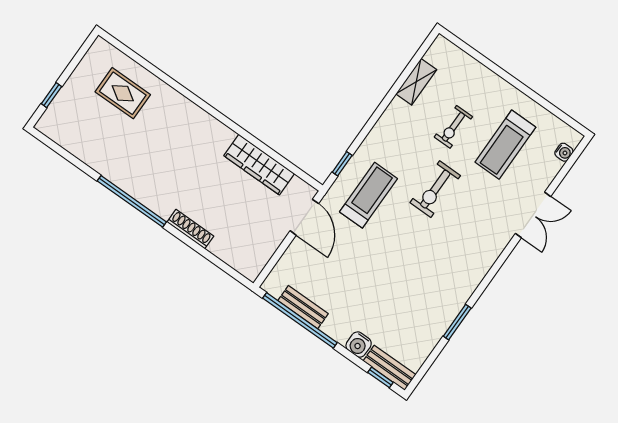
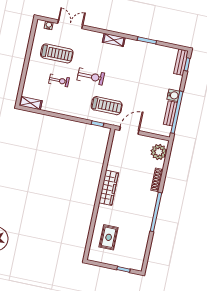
shelving: (416, 82) -> (31, 103), moved
wardrobe: (259, 165) -> (109, 188), moved
treadmill: (368, 195) -> (107, 106), turned 180
double door: (533, 215) -> (70, 24), moved
plant: (241, 255) -> (159, 152), added
shelving: (485, 261) -> (114, 40), added
water cooler: (359, 345) -> (173, 95), moved

